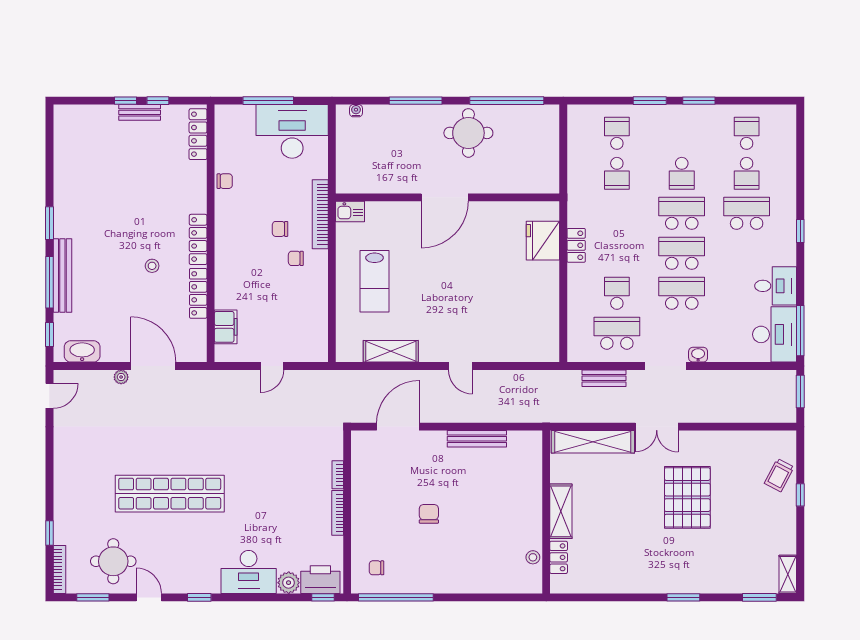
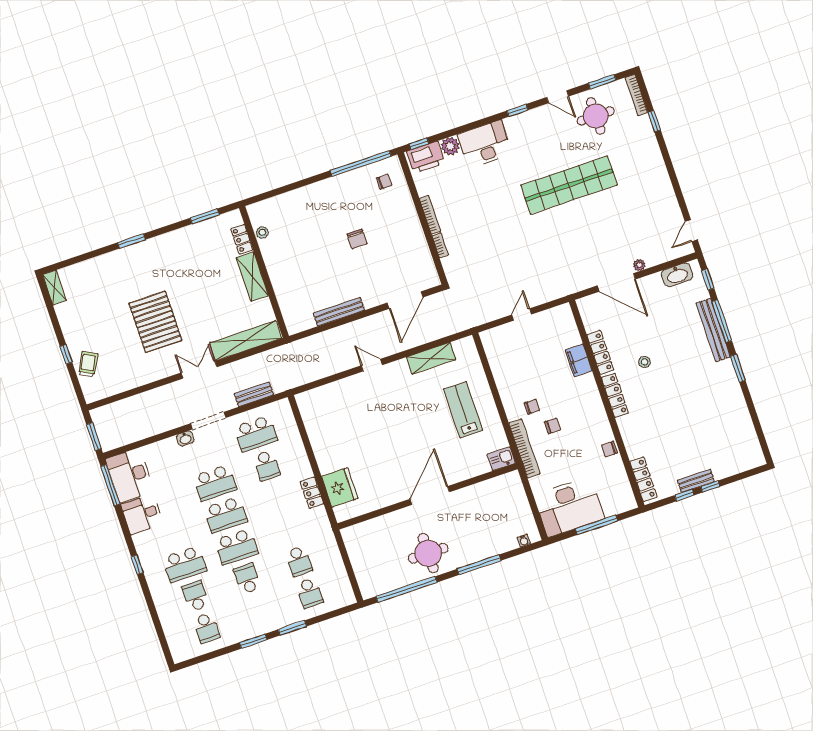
school desk: (617, 173) -> (299, 561), turned 180
filing cabinet: (226, 327) -> (579, 360), moved
window: (759, 597) -> (205, 216), moved

